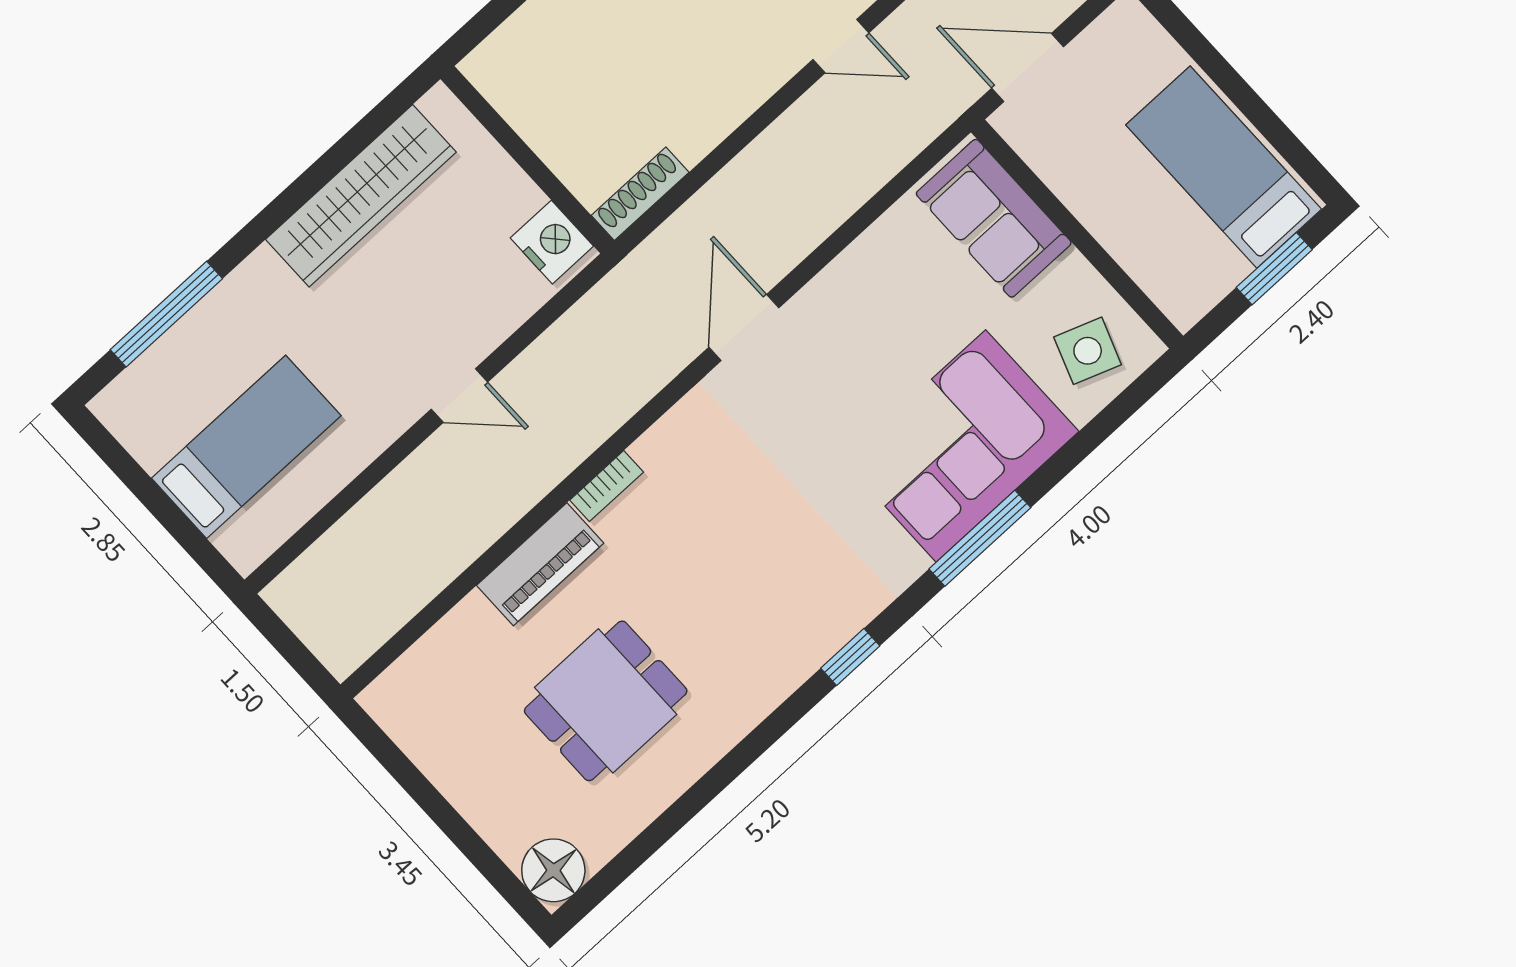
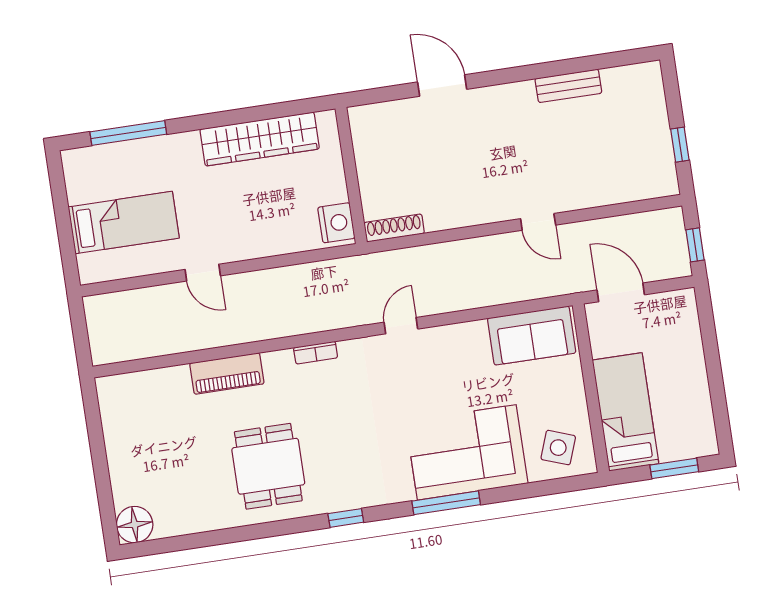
bed: (1224, 167) -> (626, 412), moved
sofa: (994, 218) -> (532, 336), moved, turned -90
door: (744, 327) -> (401, 326), width x0.73
door: (459, 396) -> (203, 273), moved
bookcase: (607, 486) -> (316, 353), moved
dining table: (606, 701) -> (268, 466), moved, turned 90

